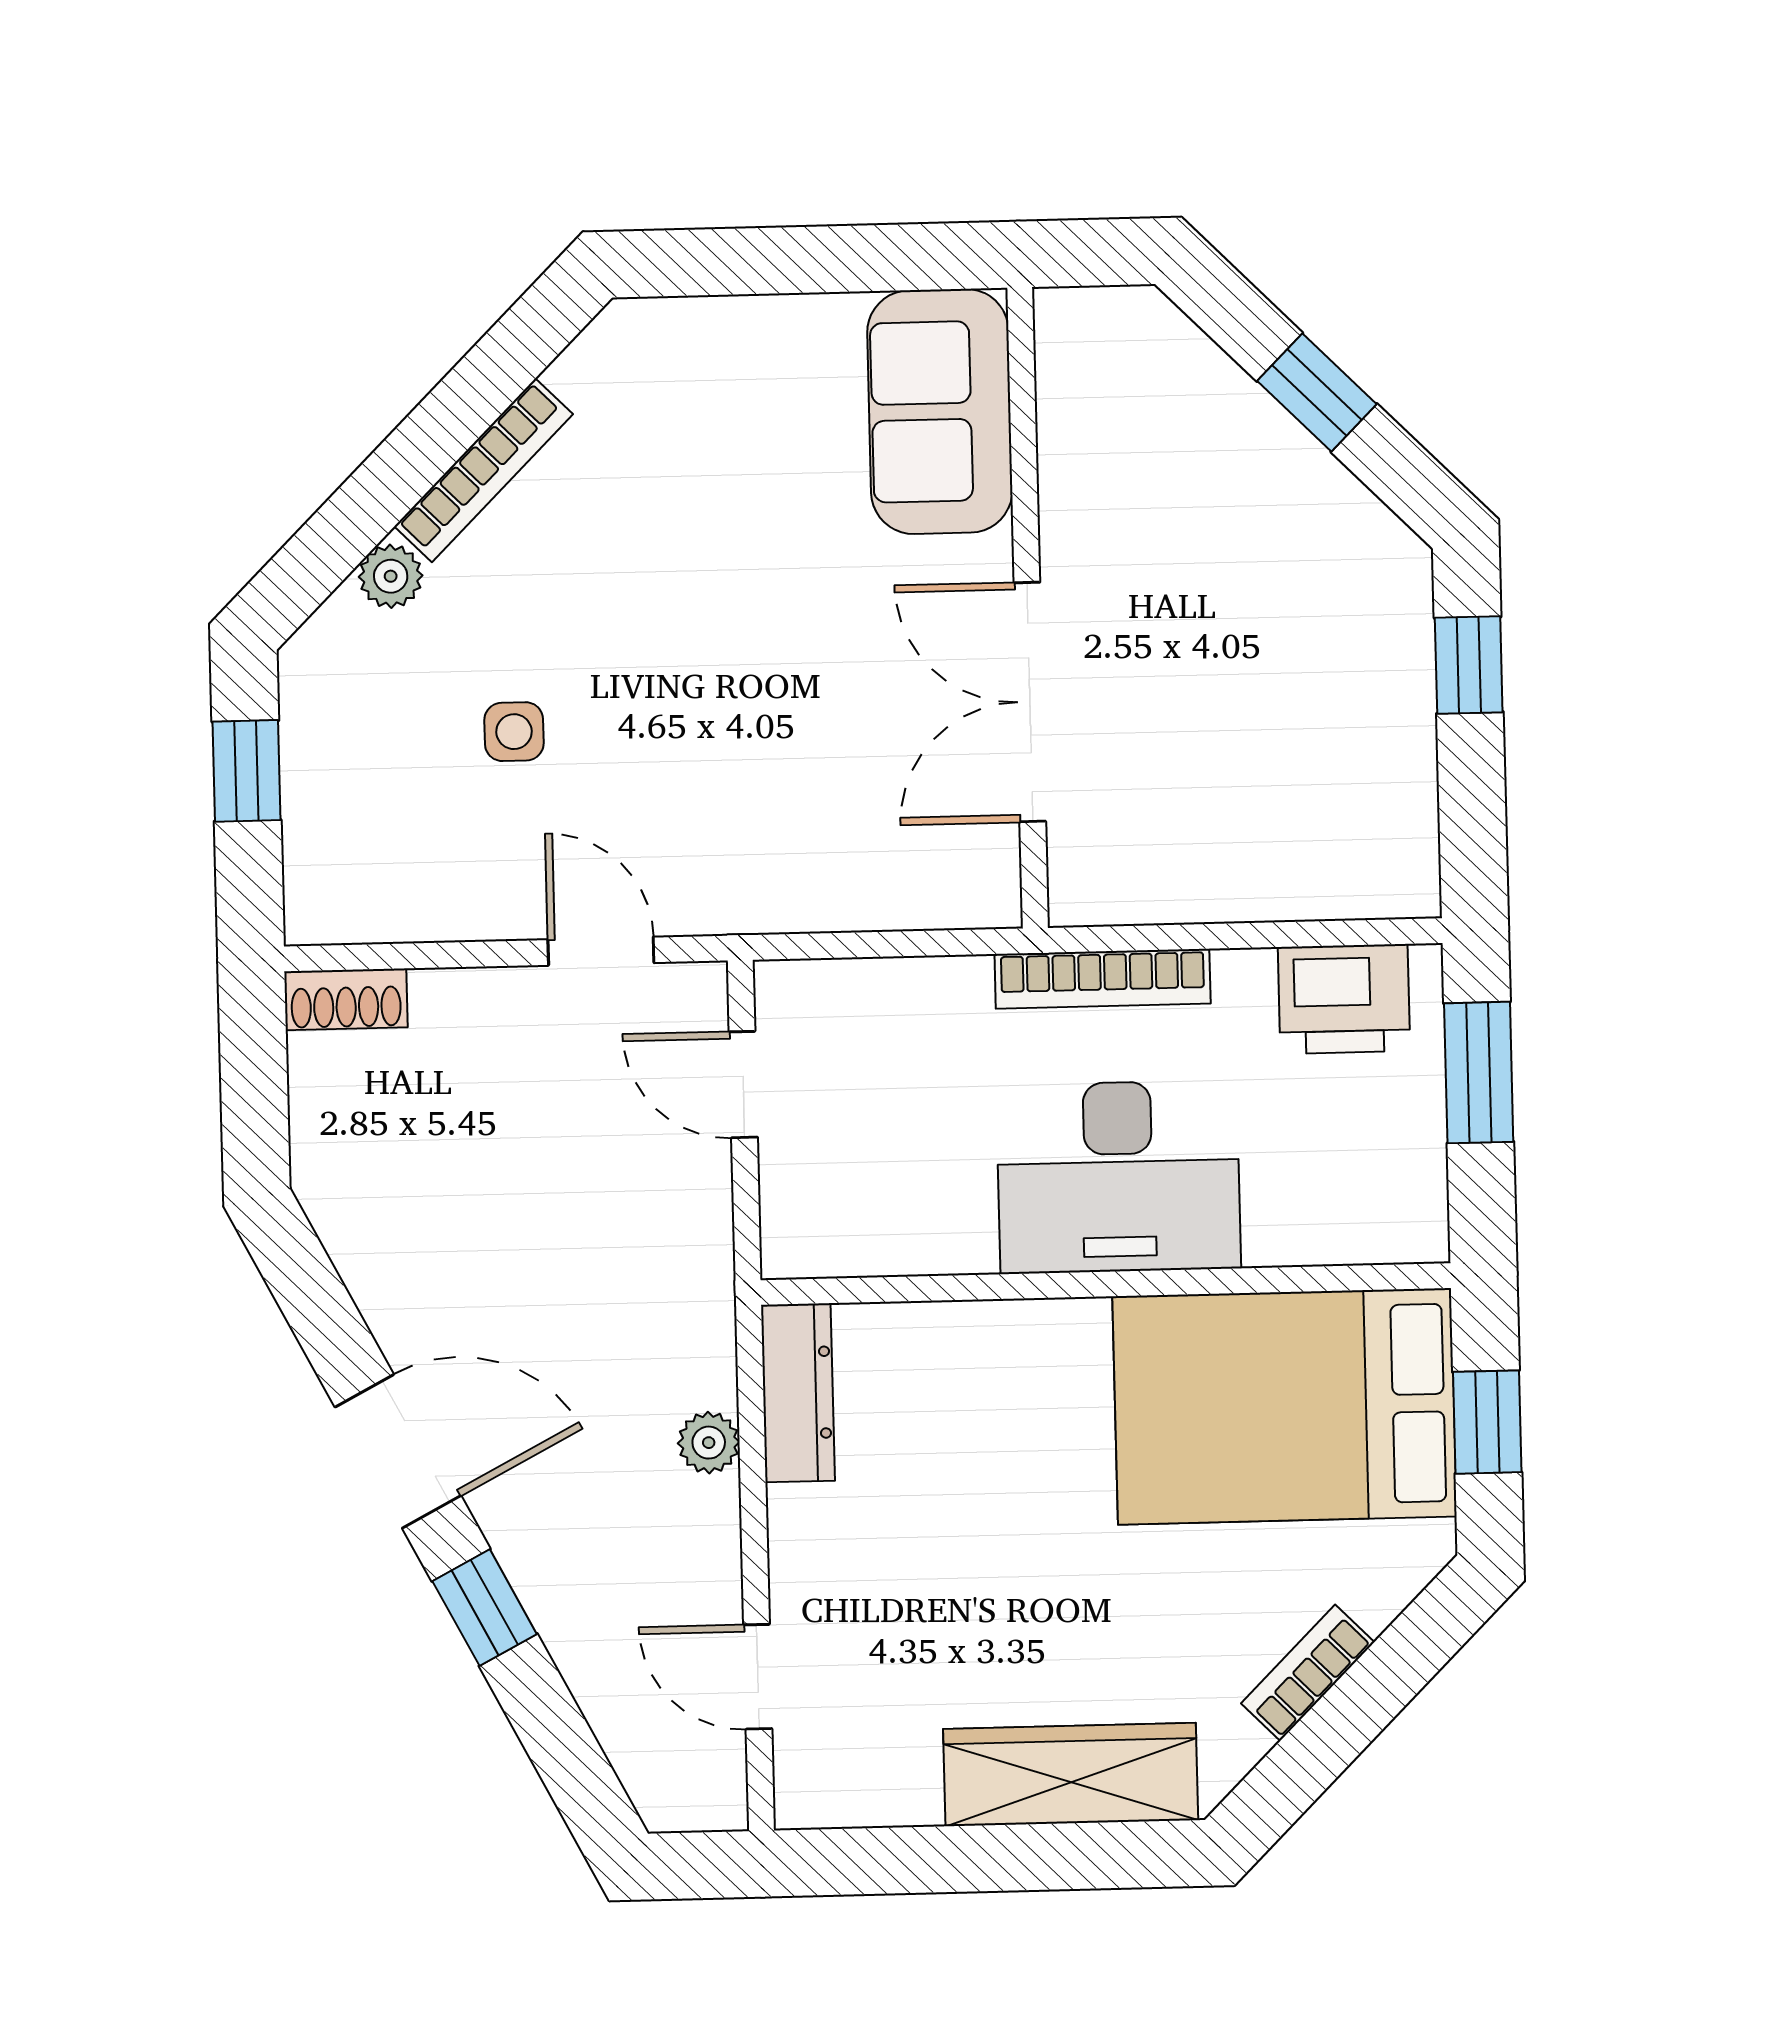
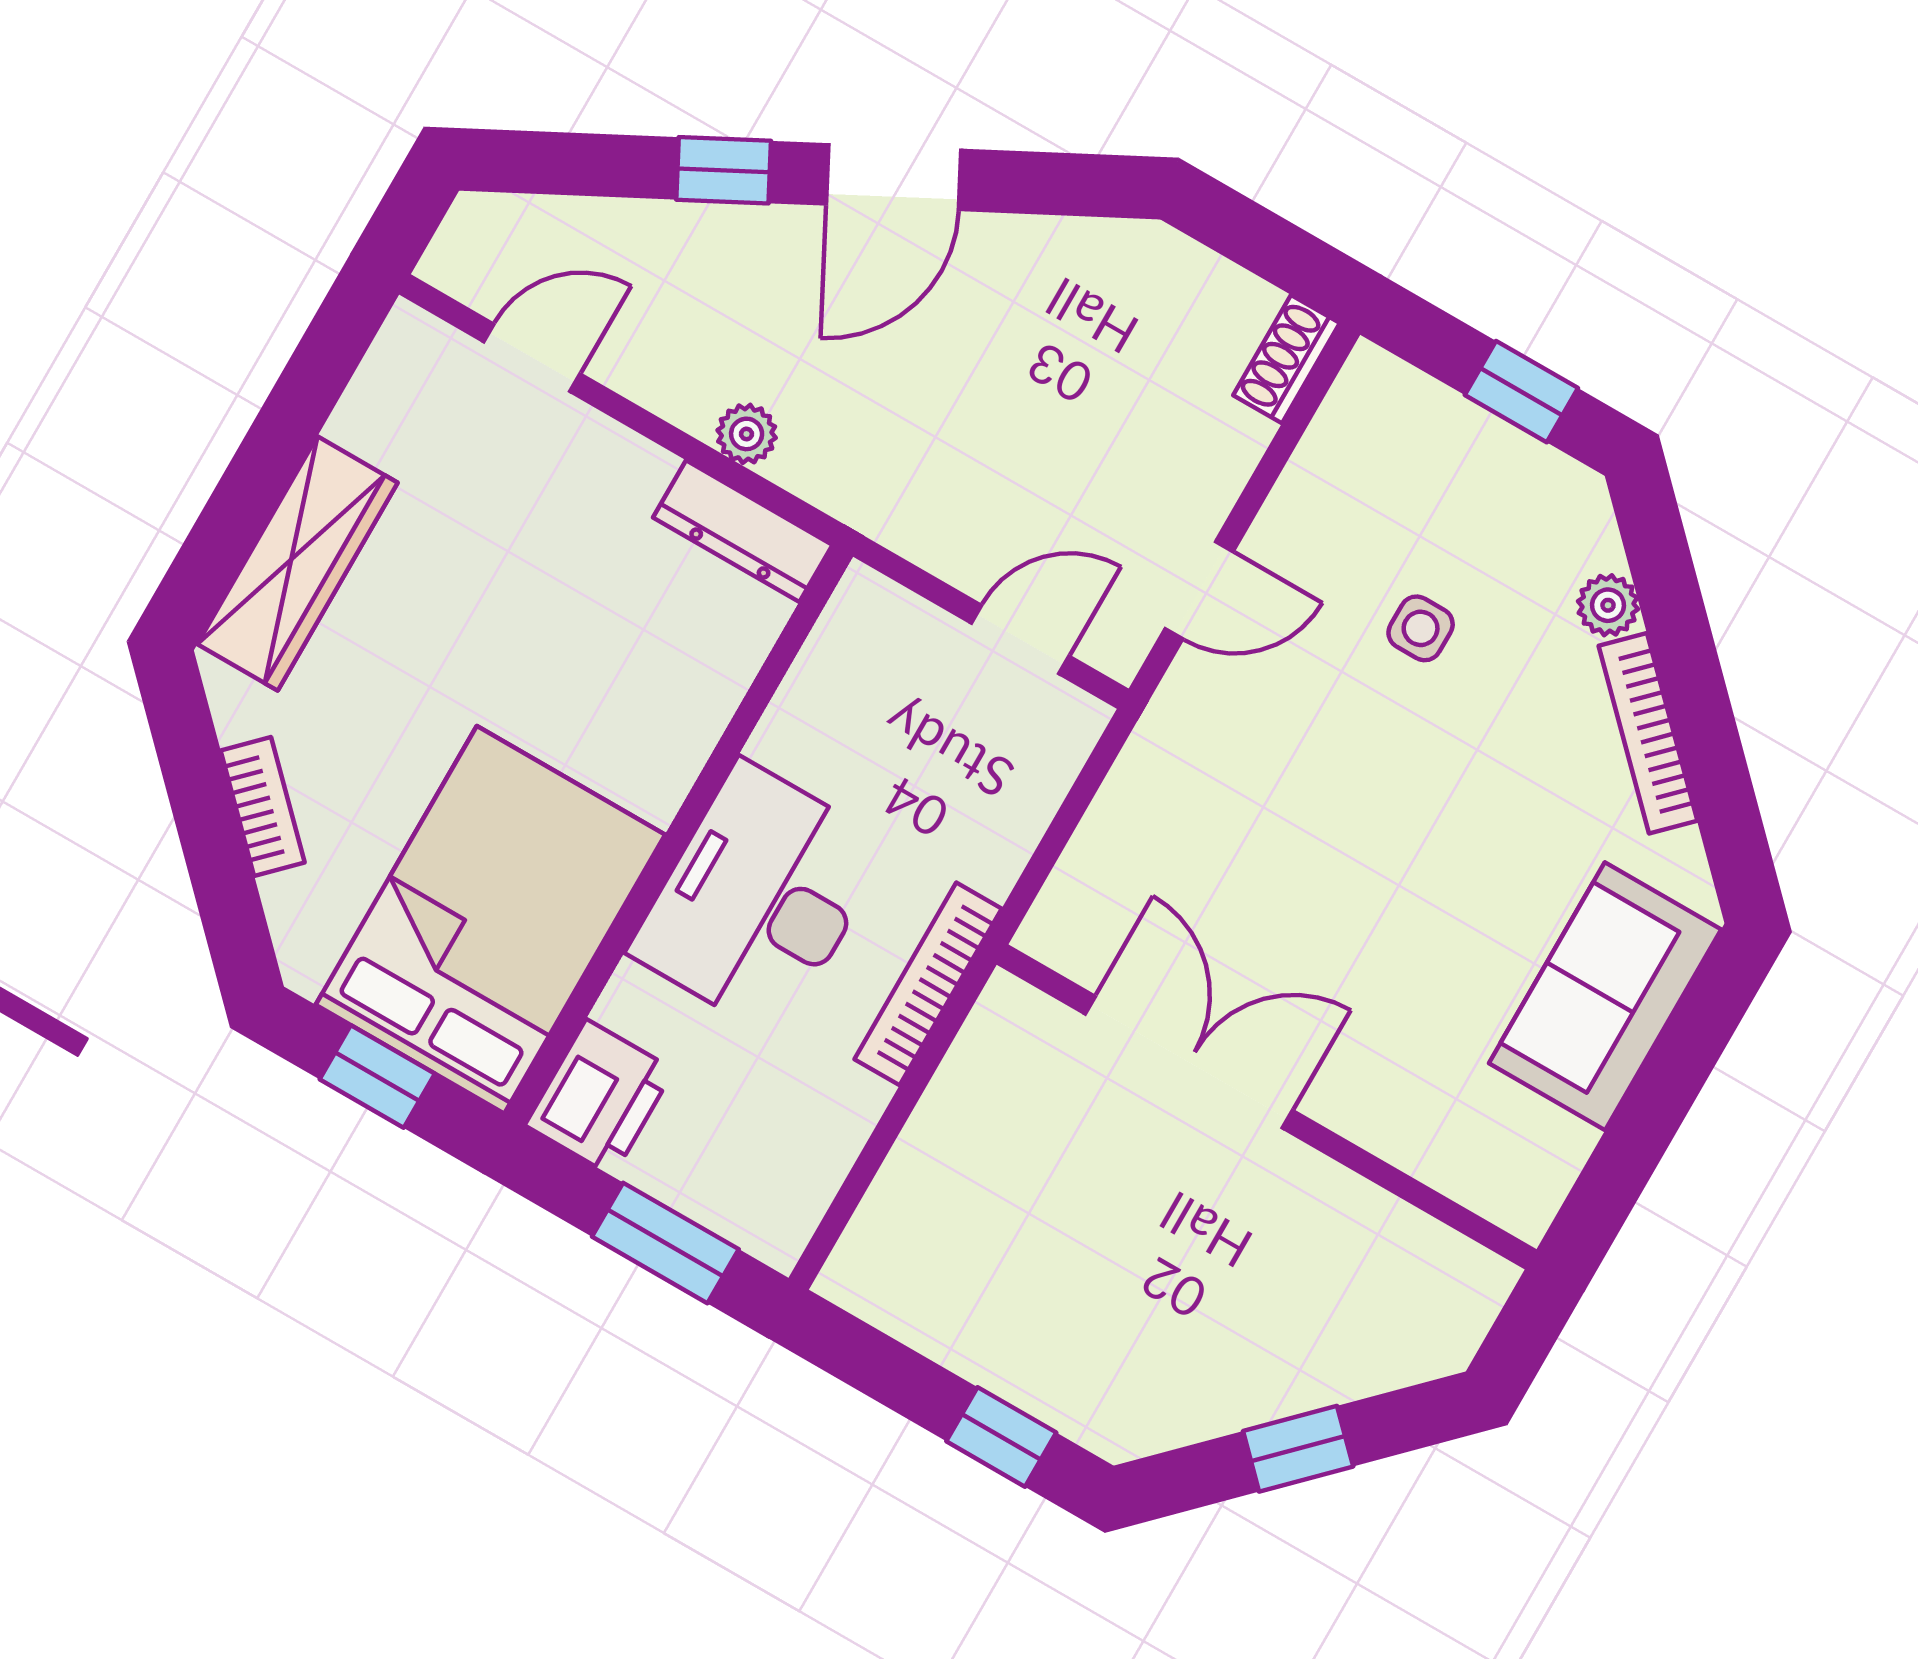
sofa: (940, 411) -> (1605, 996), moved, turned -90
printer: (1344, 999) -> (599, 1097), moved, turned 180

